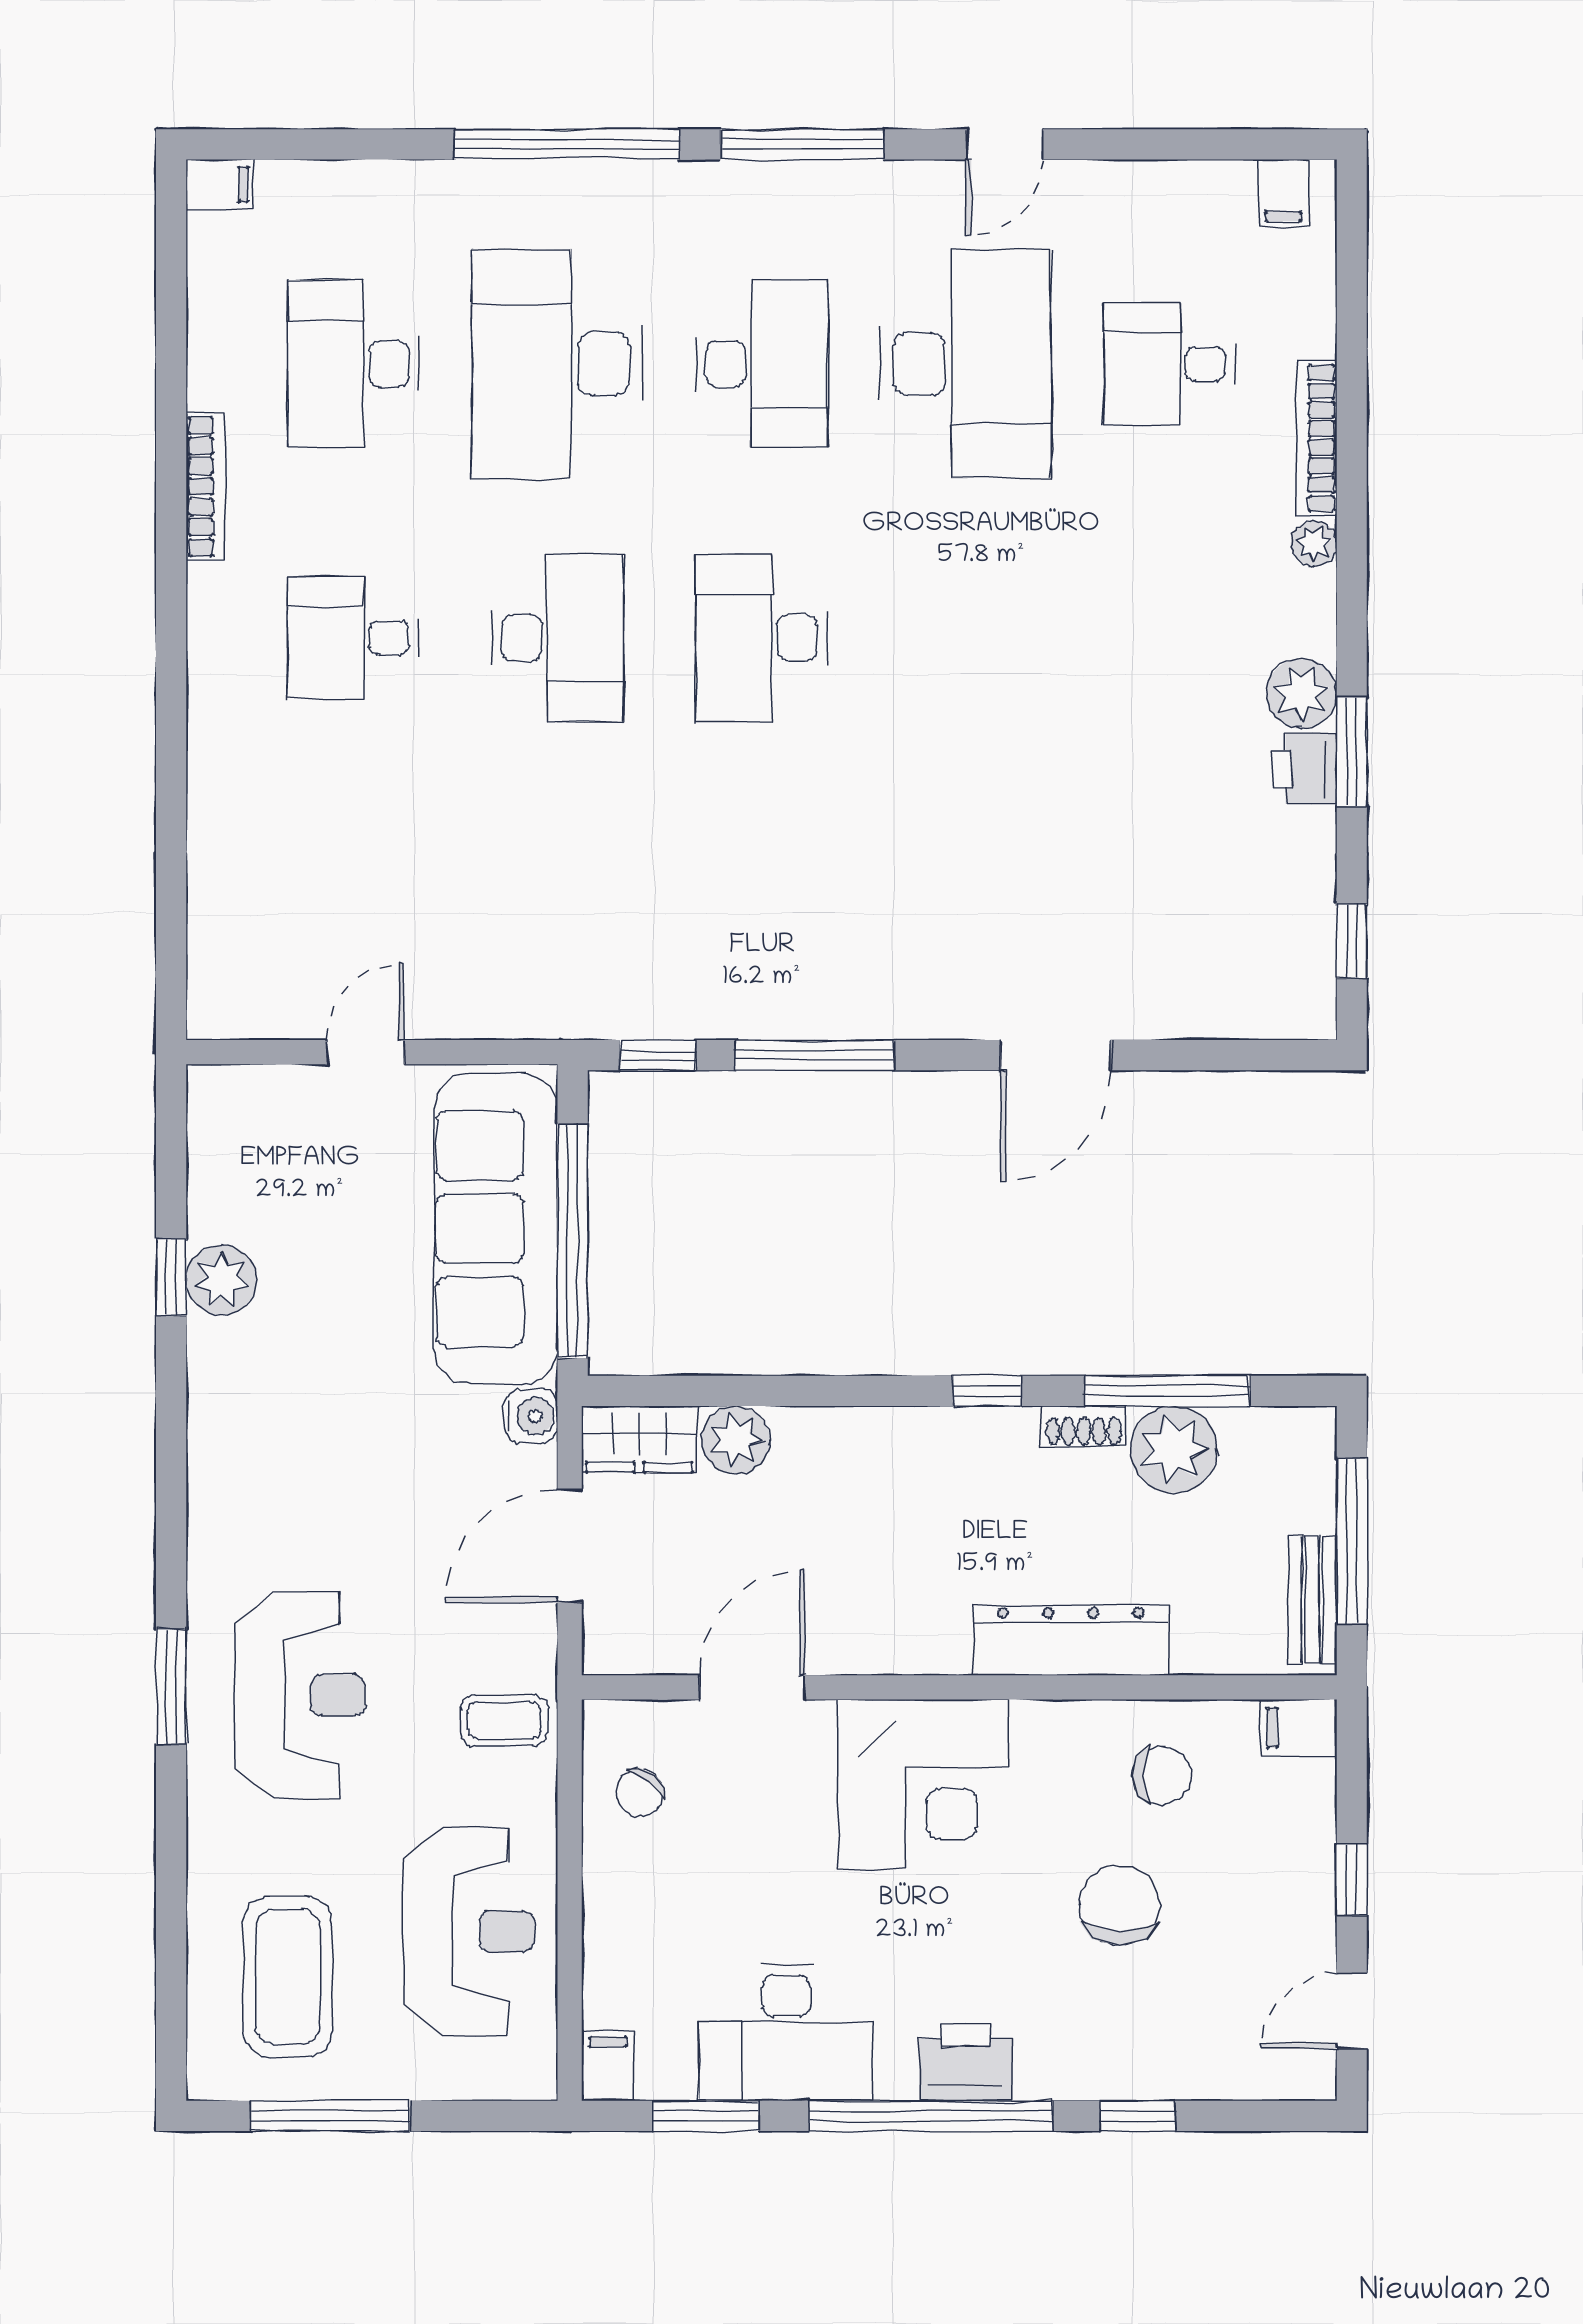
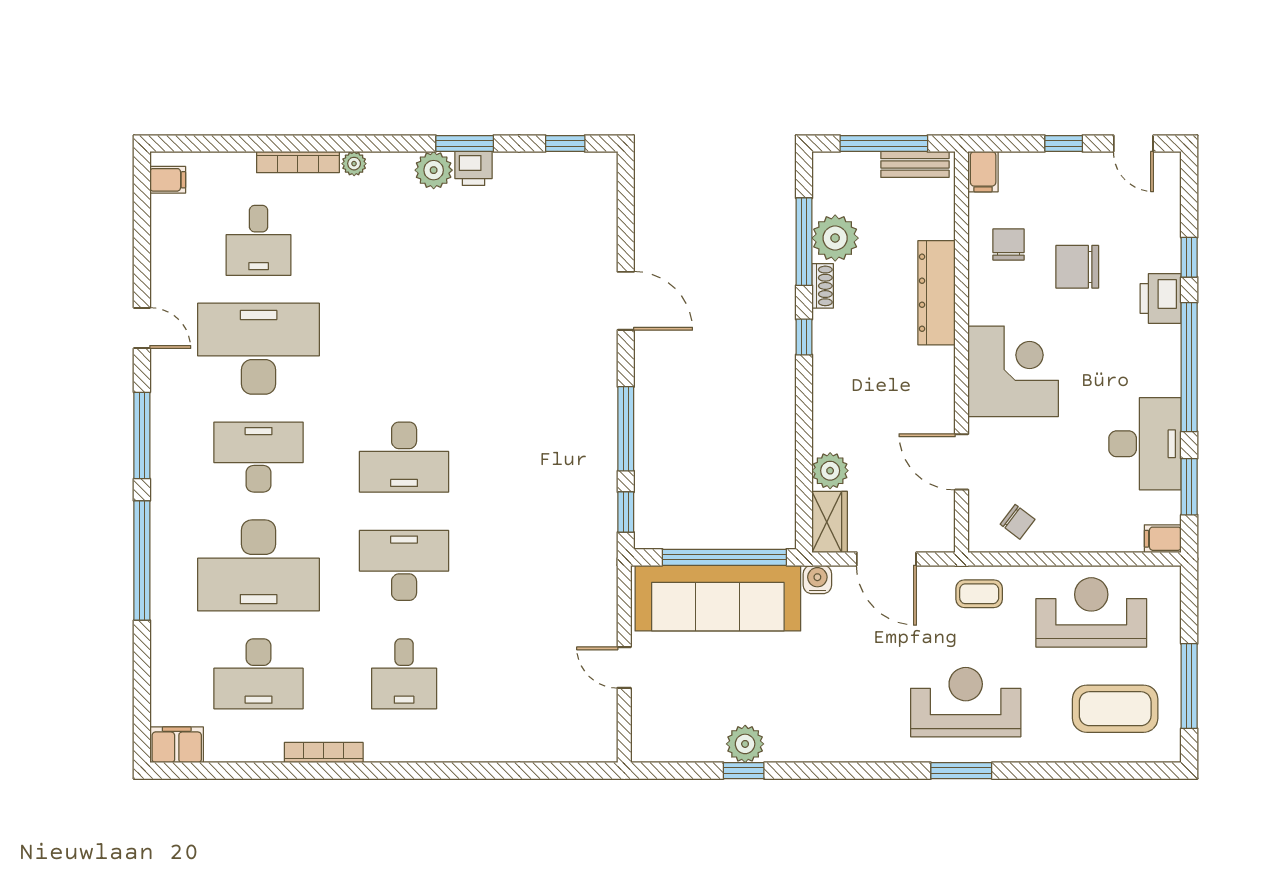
filing cabinet: (220, 185) -> (177, 745), width x2.00
coffee table: (504, 1721) -> (979, 594), turned 90
printer: (966, 2062) -> (1161, 298), moved

